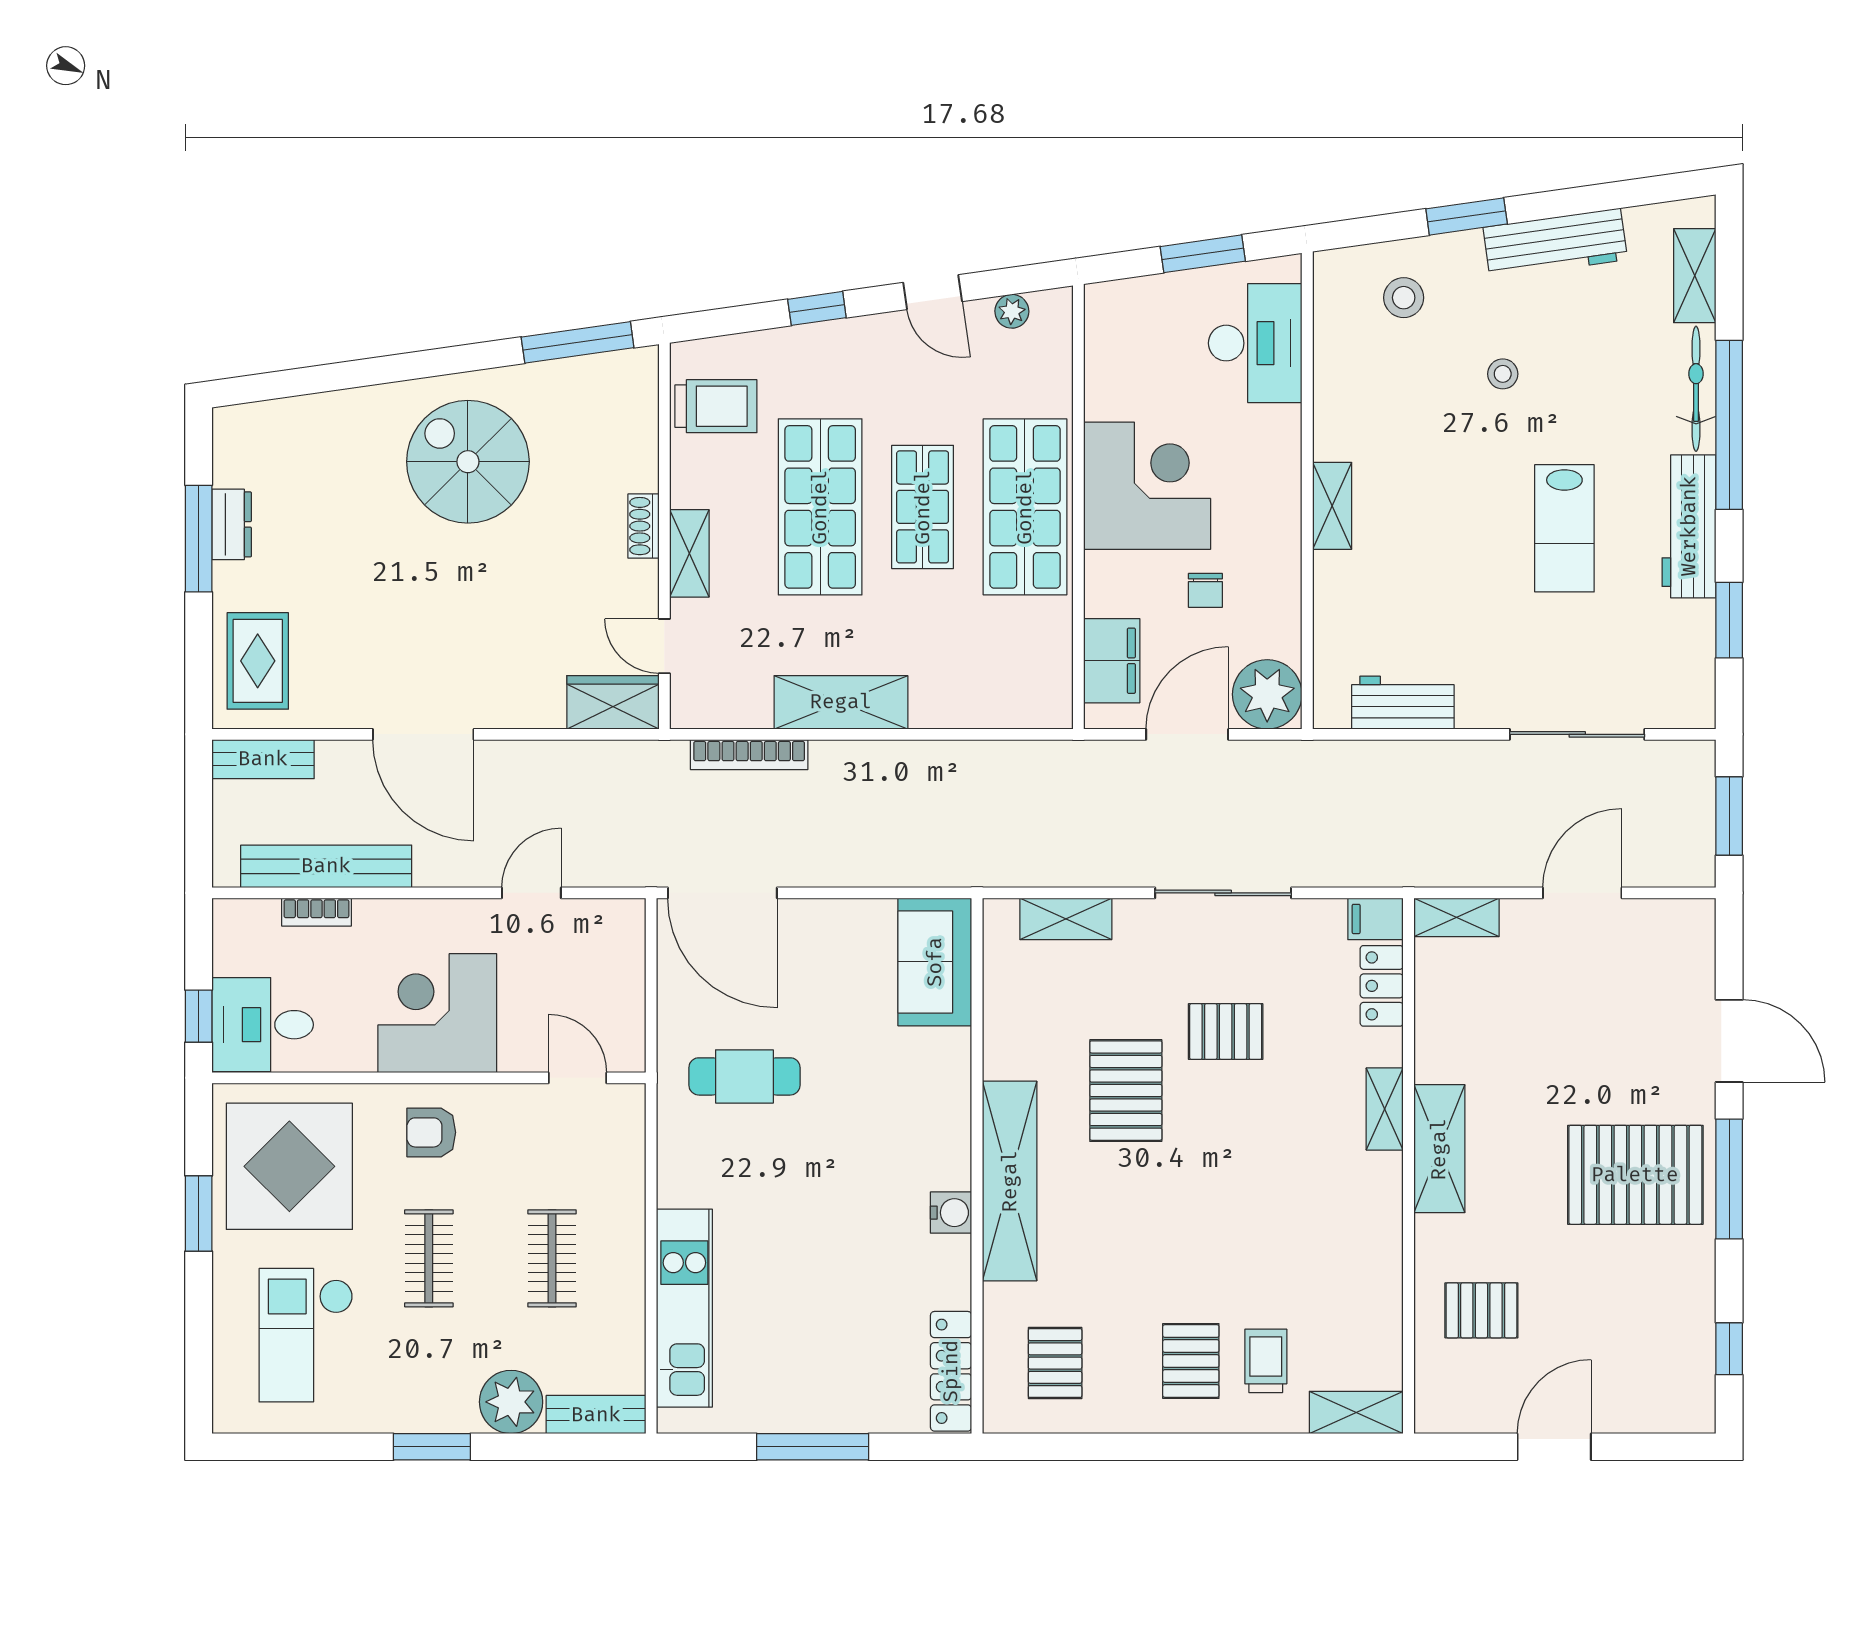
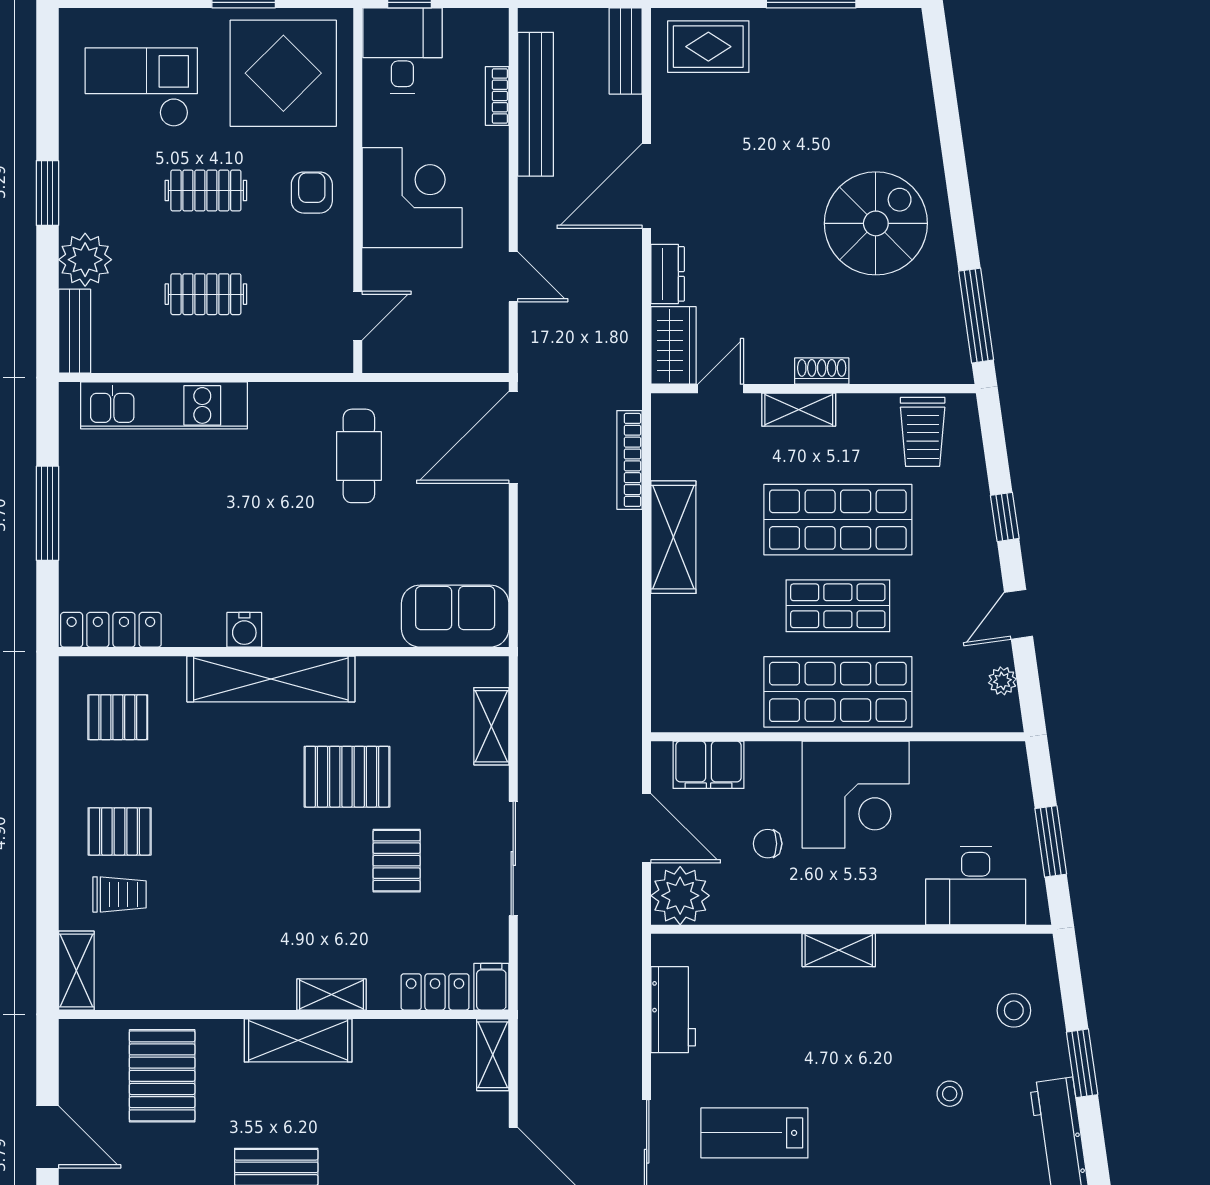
dresser: (232, 524) -> (668, 274), moved, turned -90
lab bench: (1564, 528) -> (754, 1133), moved
pallet: (1481, 1310) -> (162, 1076), width x1.50, depth x1.42

